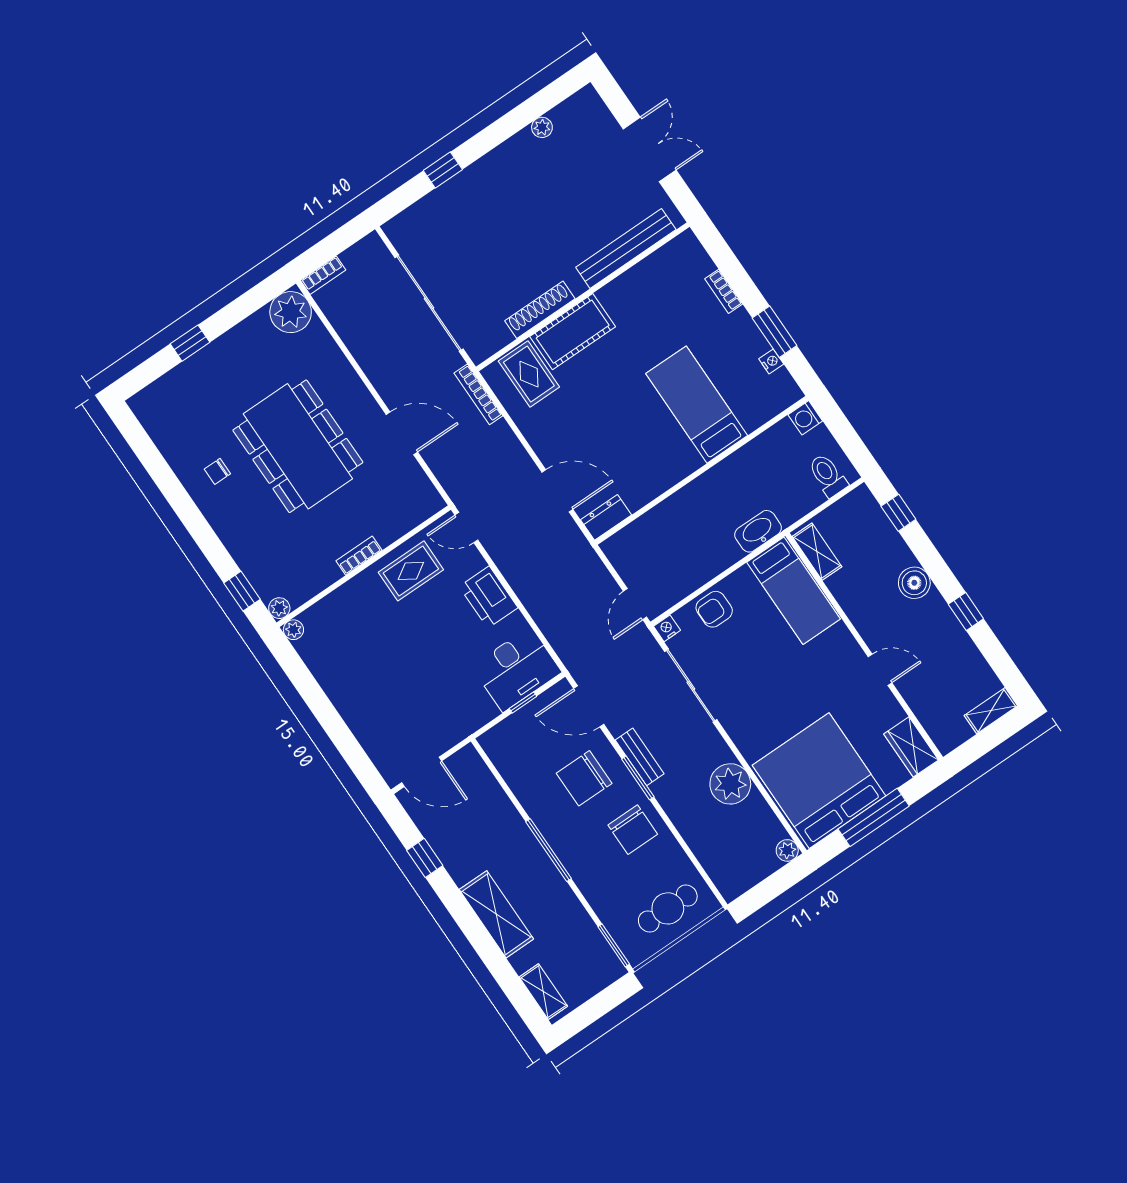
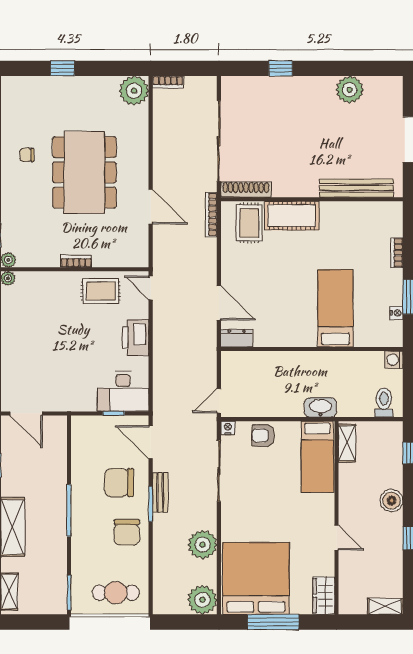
plant: (542, 127) -> (350, 90), width x1.88, depth x1.88
shoe rack: (540, 310) -> (246, 190), moved
plant: (787, 850) -> (202, 600), width x1.87, depth x1.87

